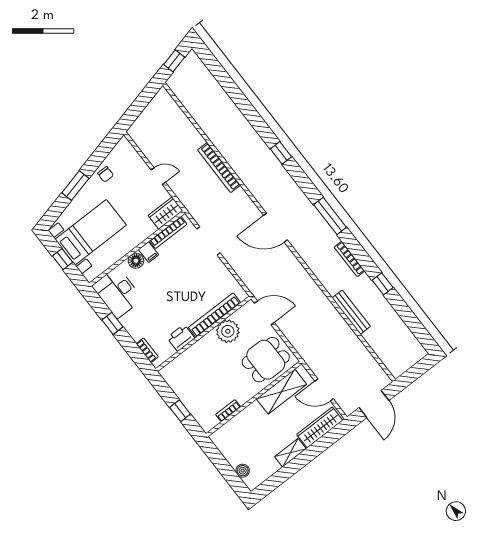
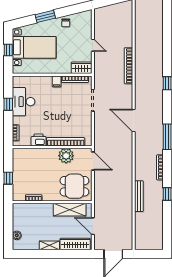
floor lamp: (136, 261) -> (46, 81), removed
desk: (117, 293) -> (24, 102), moved

